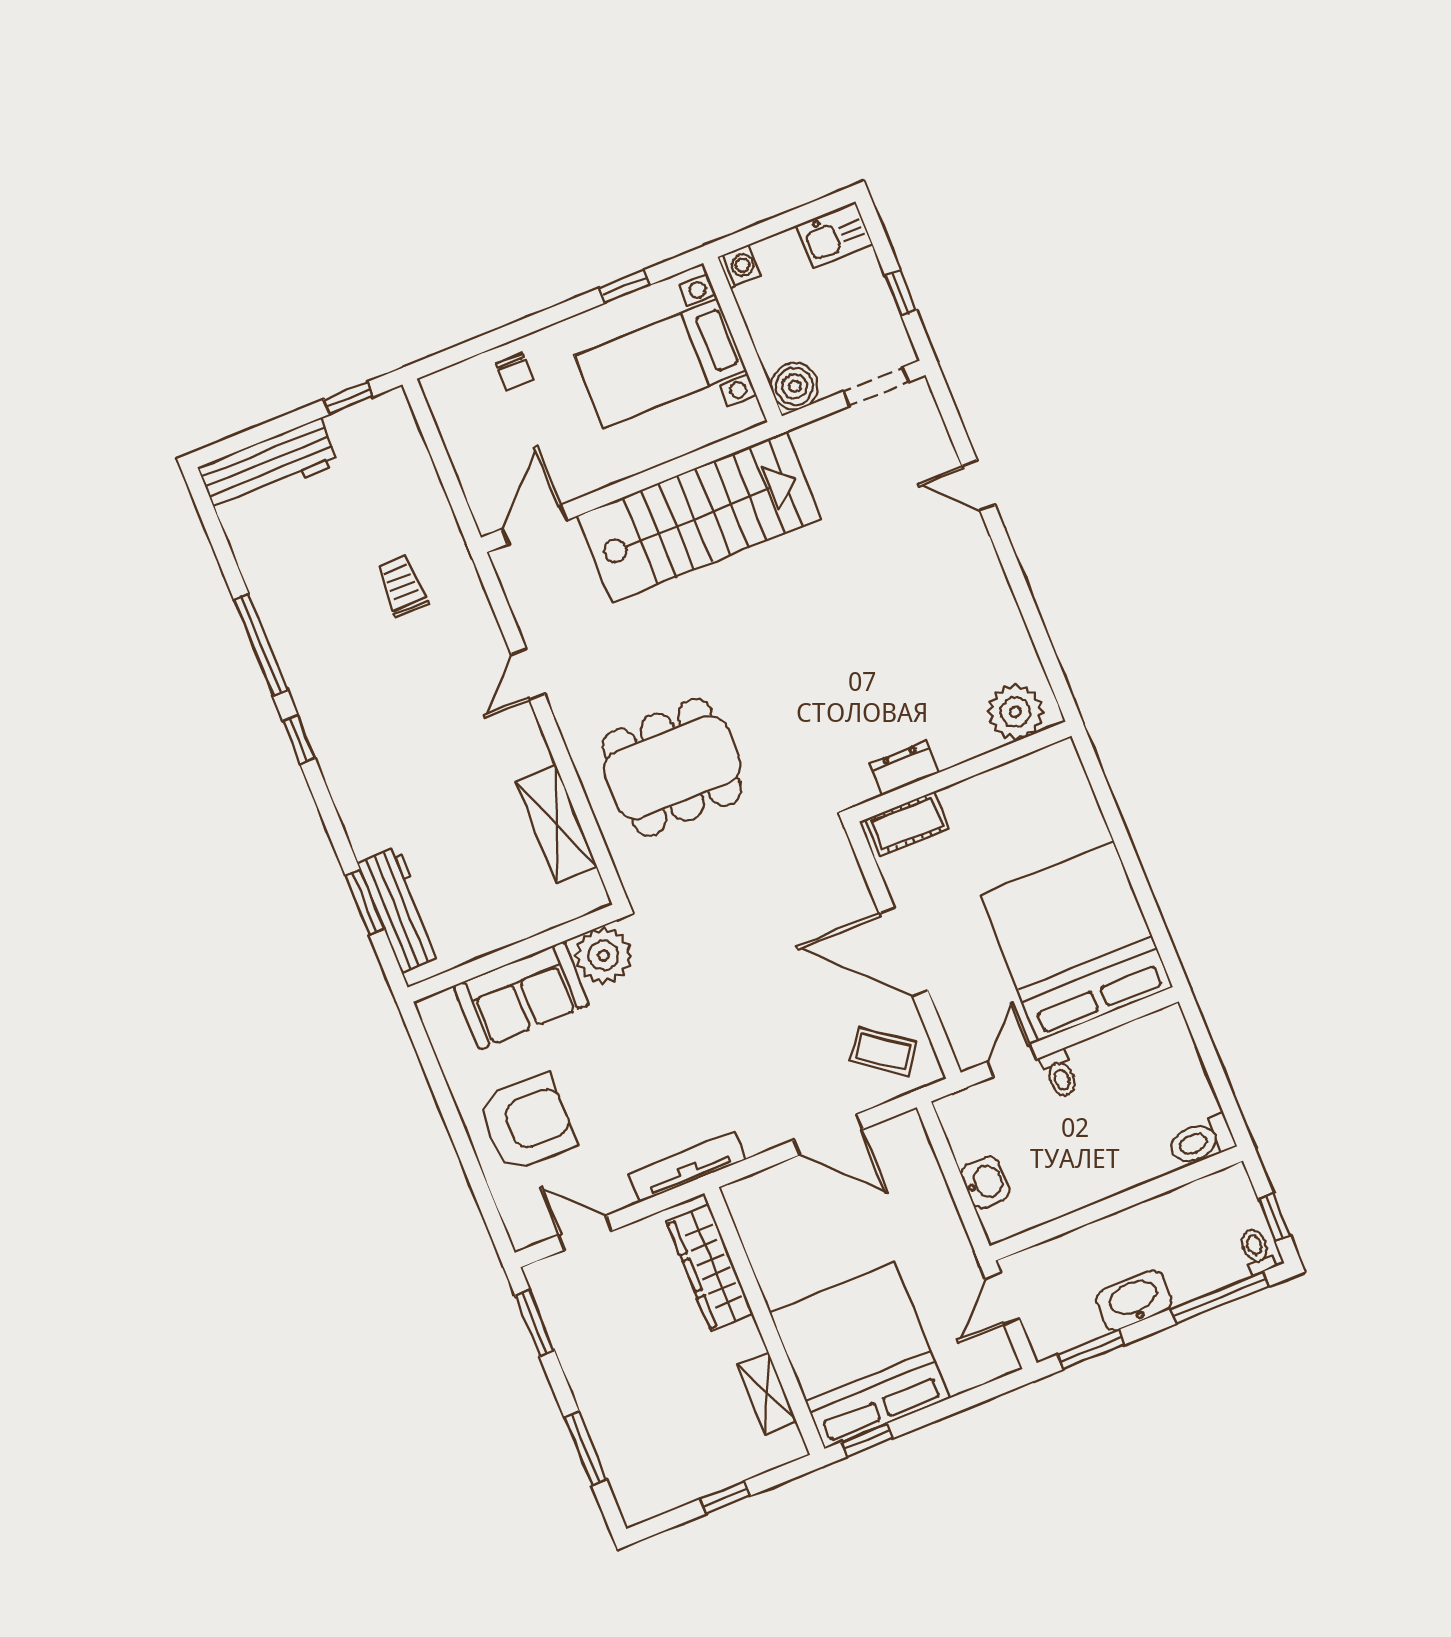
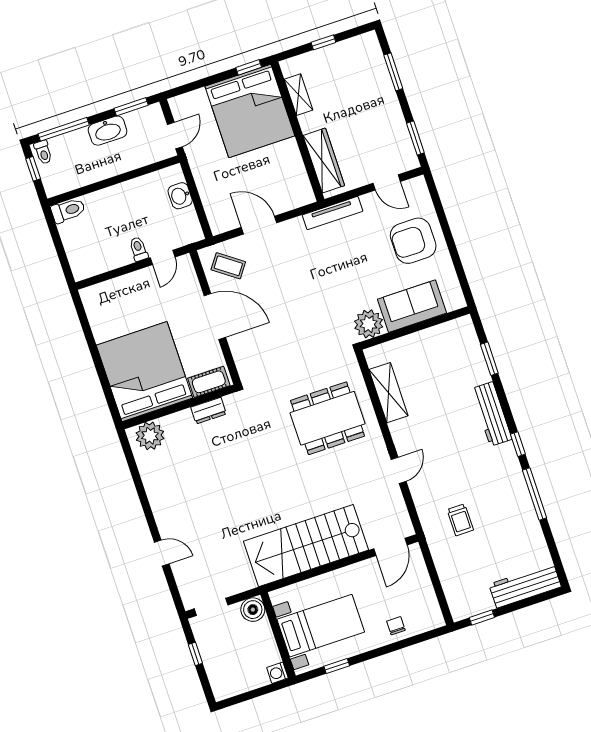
kitchen sink: (834, 235) -> (228, 686), removed
workbench: (400, 909) -> (492, 414), moved
bed: (1076, 941) -> (144, 372), moved, turned 180

